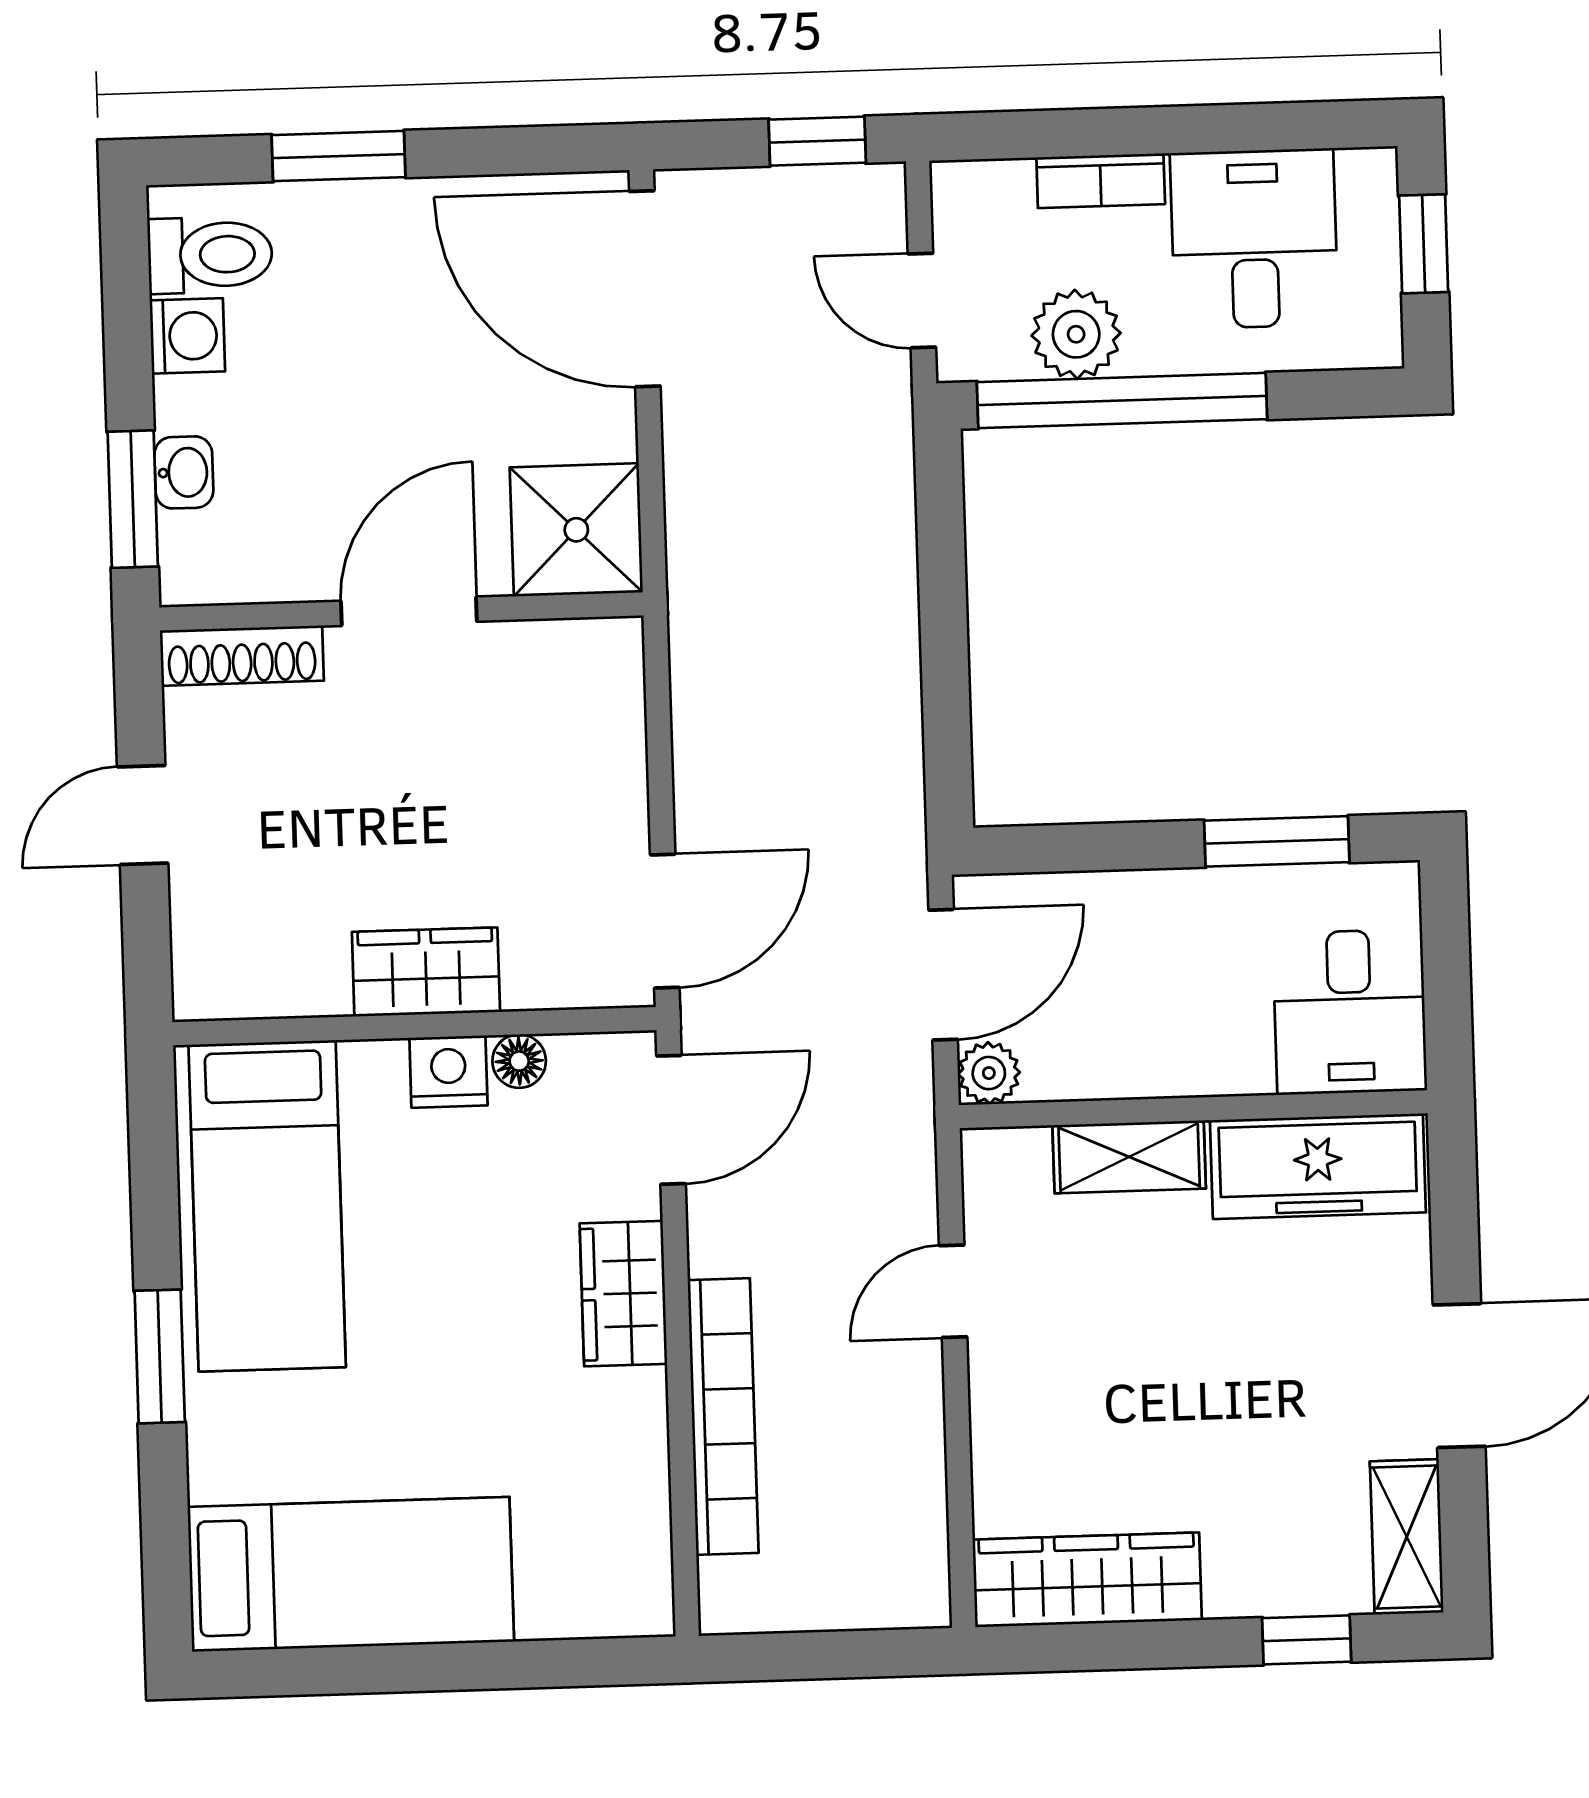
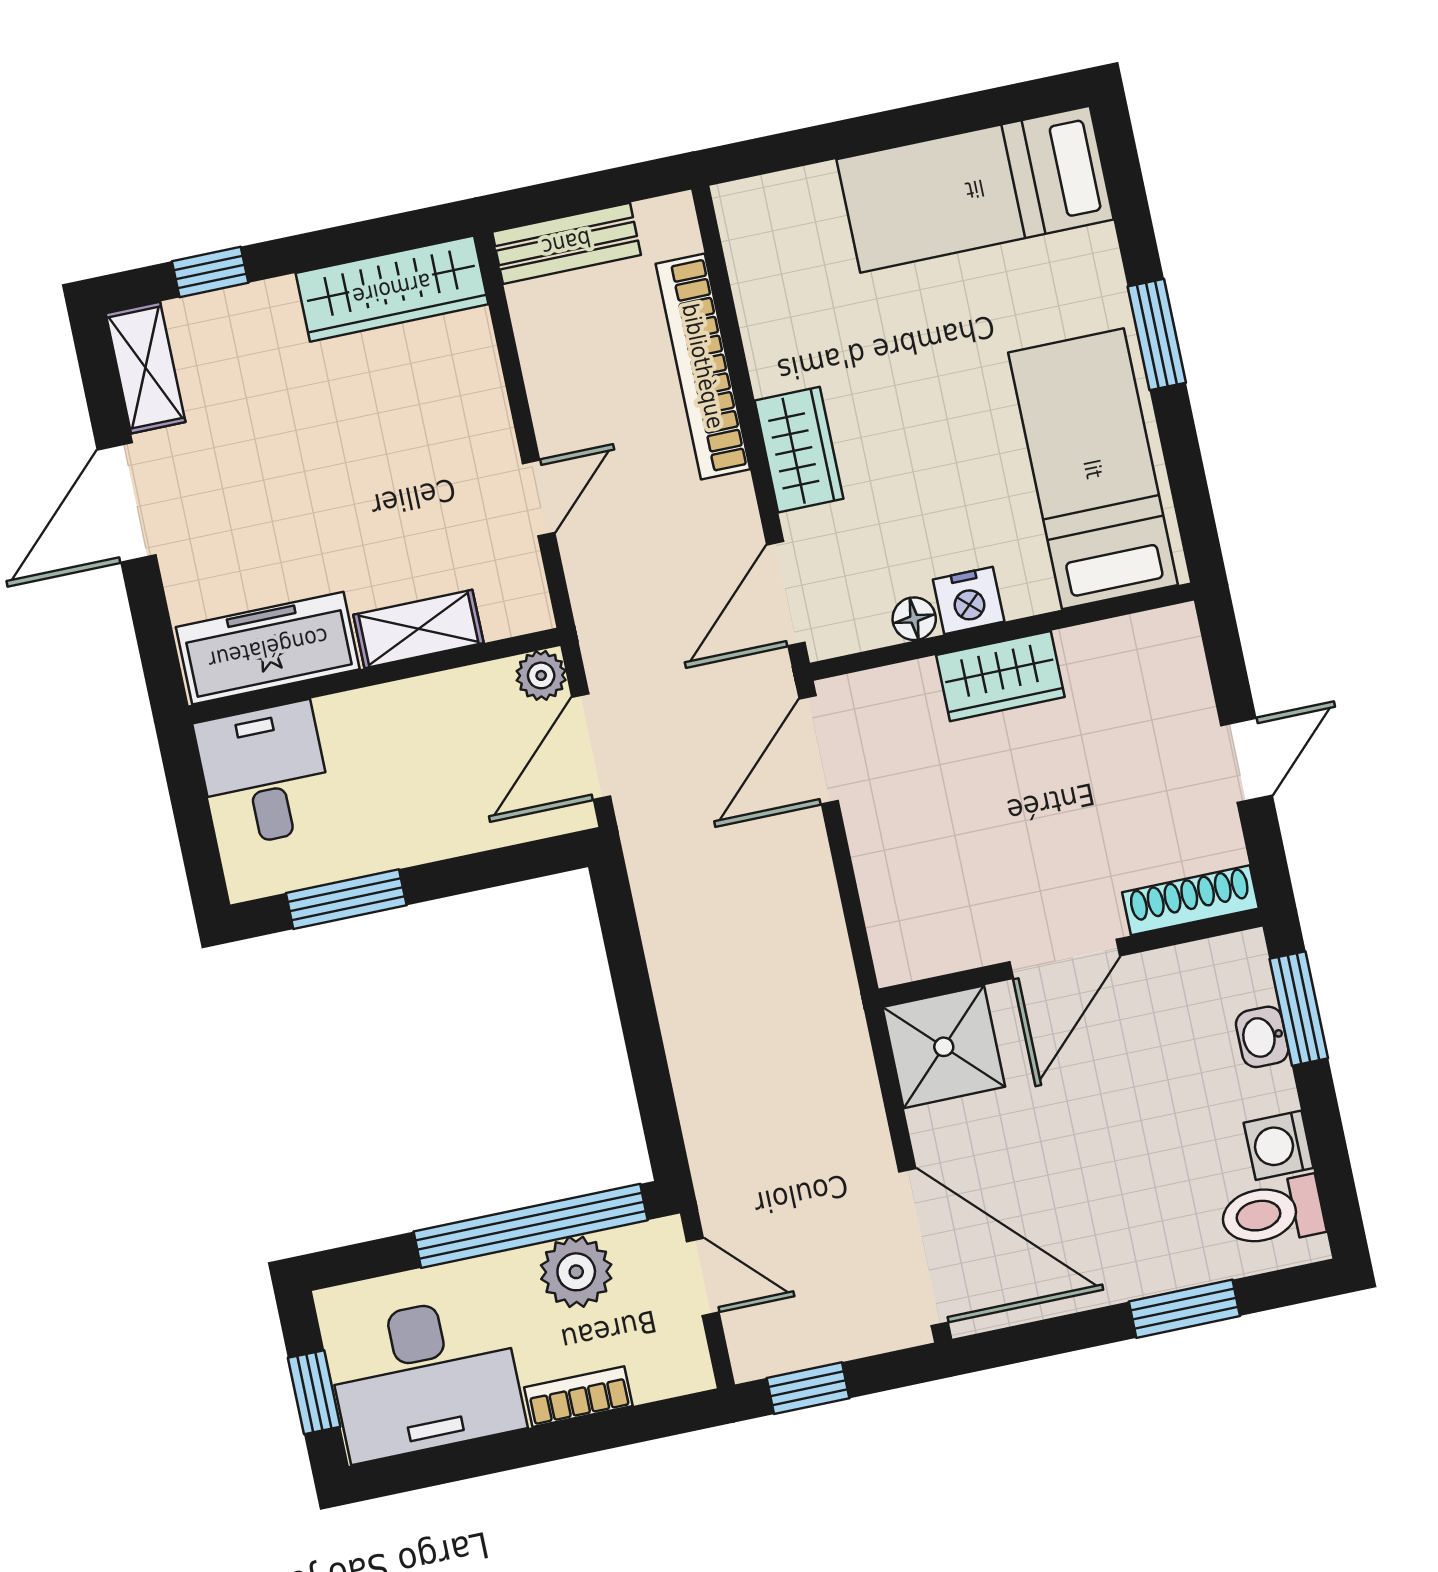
desk: (1254, 239) -> (425, 1377), width x1.37
bench: (863, 1597) -> (566, 243), added

